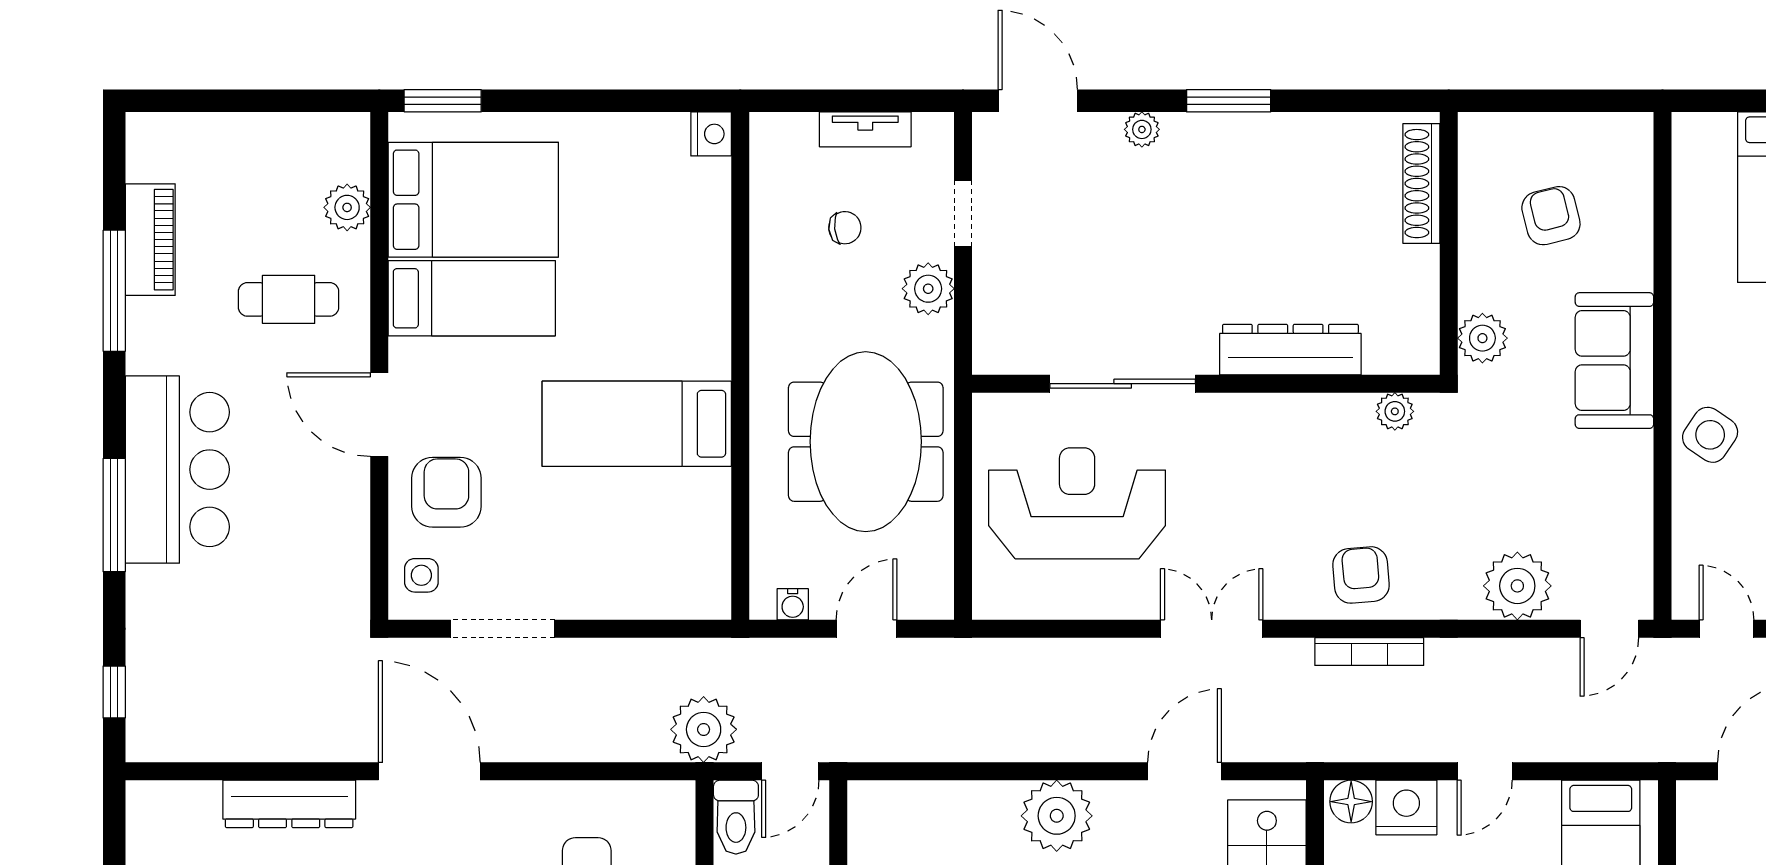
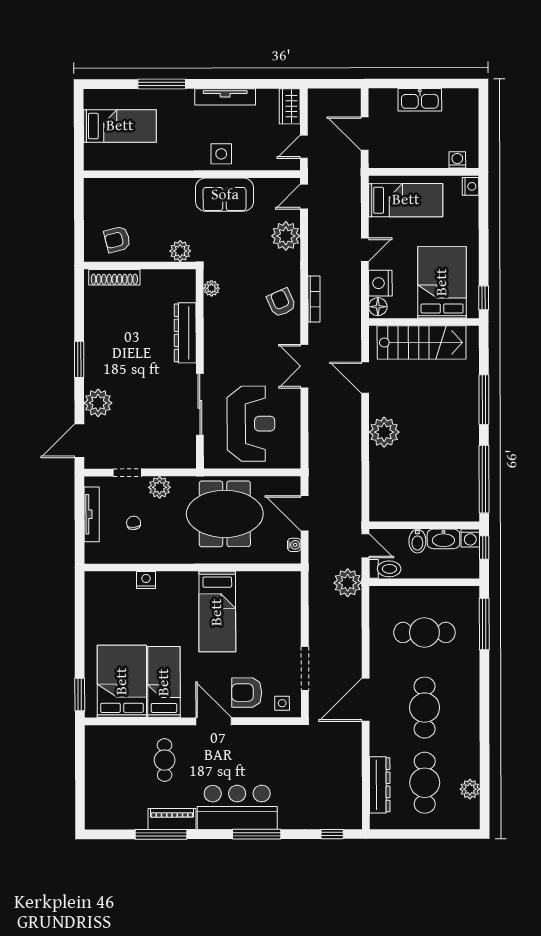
tv unit: (865, 129) -> (92, 514), width x1.41
plant: (1142, 129) -> (98, 403), width x1.88, depth x1.88
nightstand: (711, 134) -> (146, 580), moved
plant: (347, 207) -> (125, 735), removed
armchair: (1551, 216) -> (117, 239), moved
piano: (150, 240) -> (172, 819), moved
sofa: (1614, 361) -> (225, 195), moved
door: (379, 415) -> (214, 721), swing flipped
side table: (1710, 435) -> (221, 154), turned -34
reception desk: (1077, 503) -> (251, 424), turned 180
armchair: (1361, 575) -> (281, 303), turned 71
door: (866, 629) -> (305, 513), width x1.38
door: (1609, 629) -> (304, 197), swing flipped
door: (1485, 771) -> (365, 250), hinge flipped
dresser: (289, 804) -> (380, 785), moved

